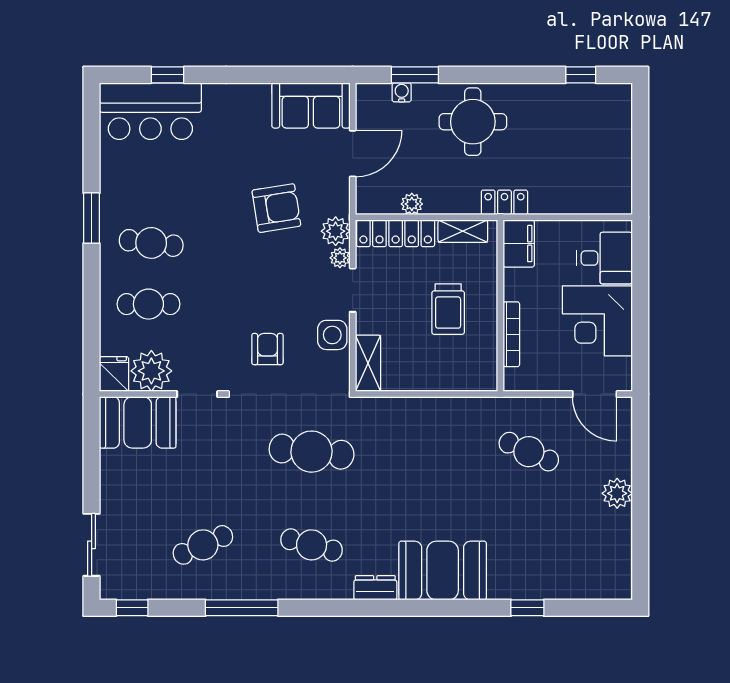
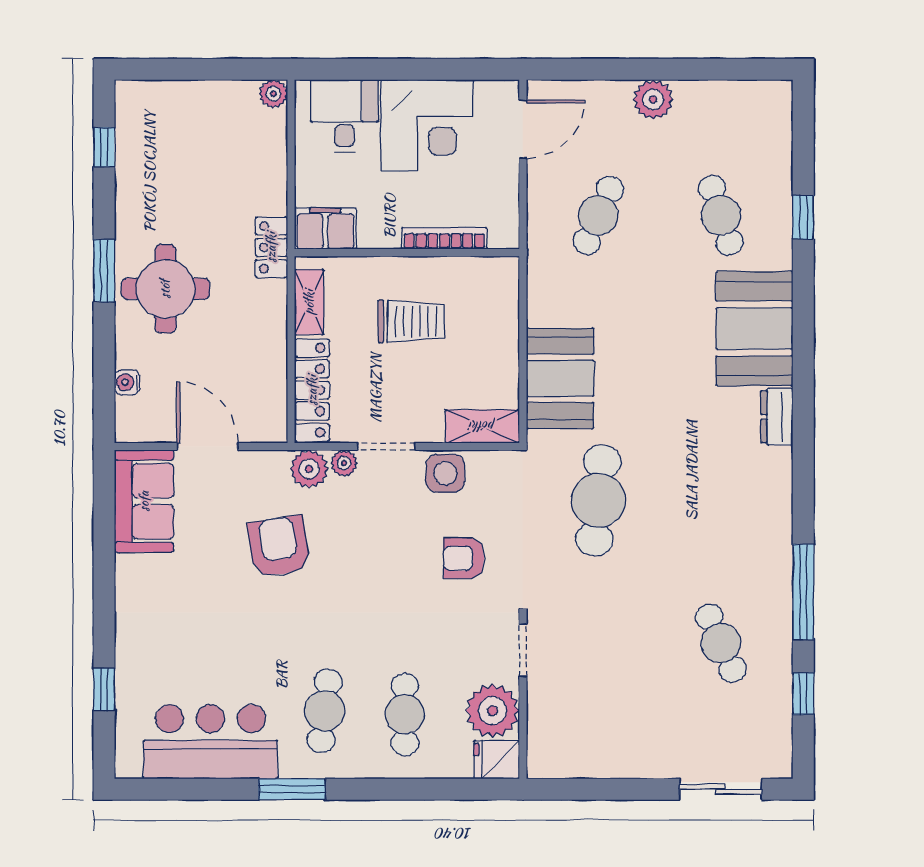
window: (415, 75) -> (104, 271), moved
bar counter: (150, 111) -> (210, 742), moved, turned -90
plant: (412, 204) -> (273, 94), moved
booth: (138, 422) -> (560, 378), moved
cafe table: (312, 545) -> (721, 215), moved, turned -33
window: (132, 608) -> (803, 694), moved

